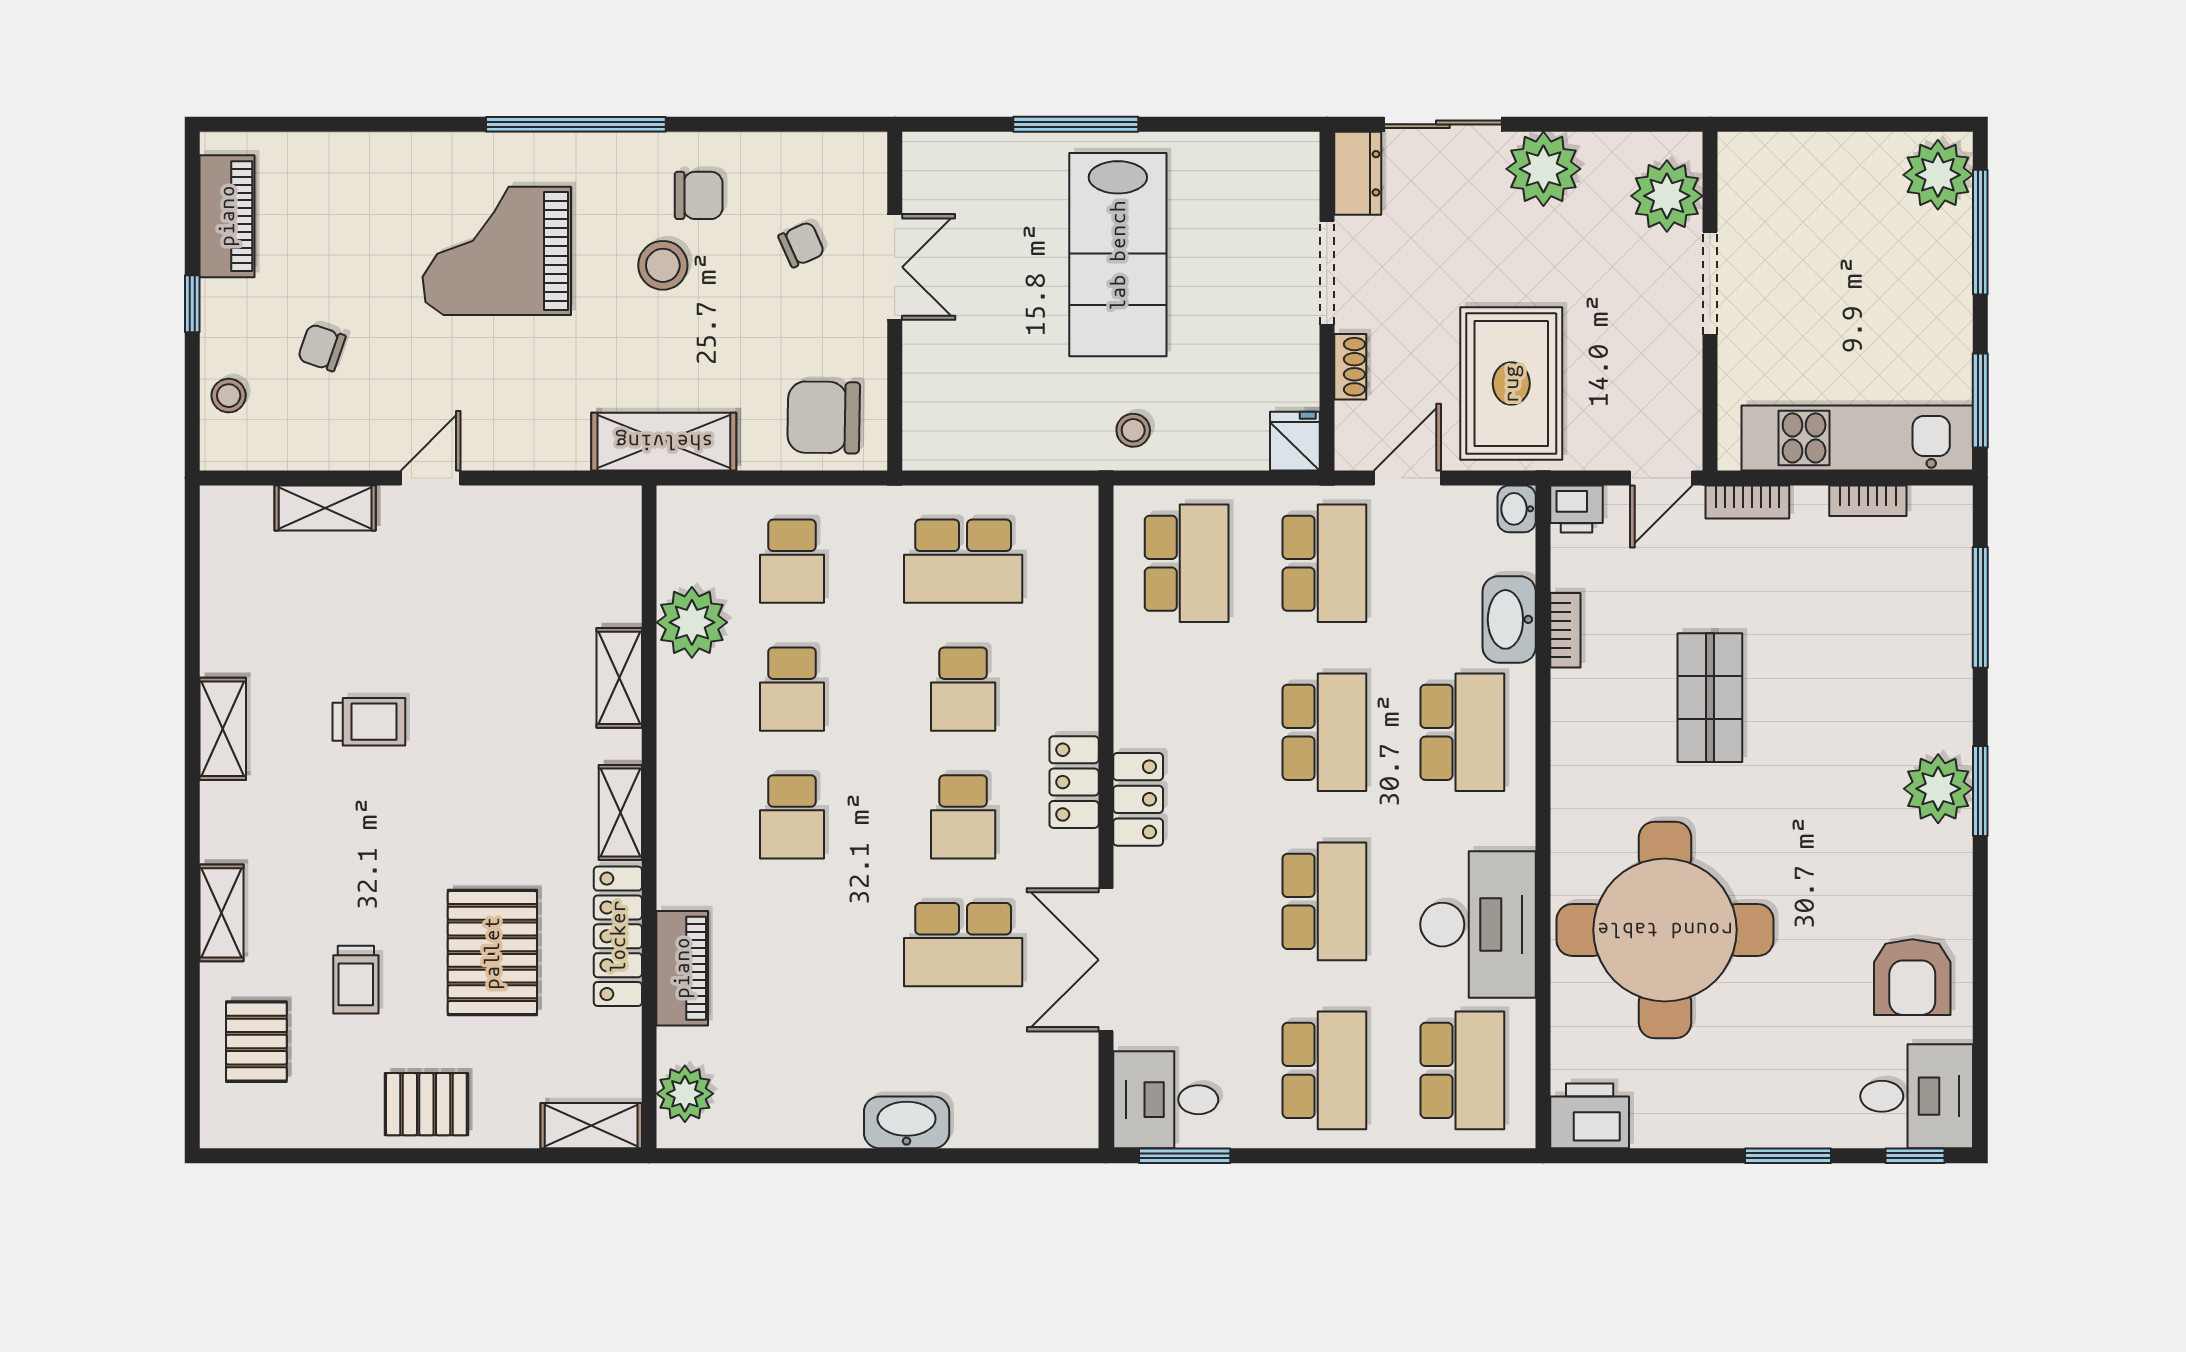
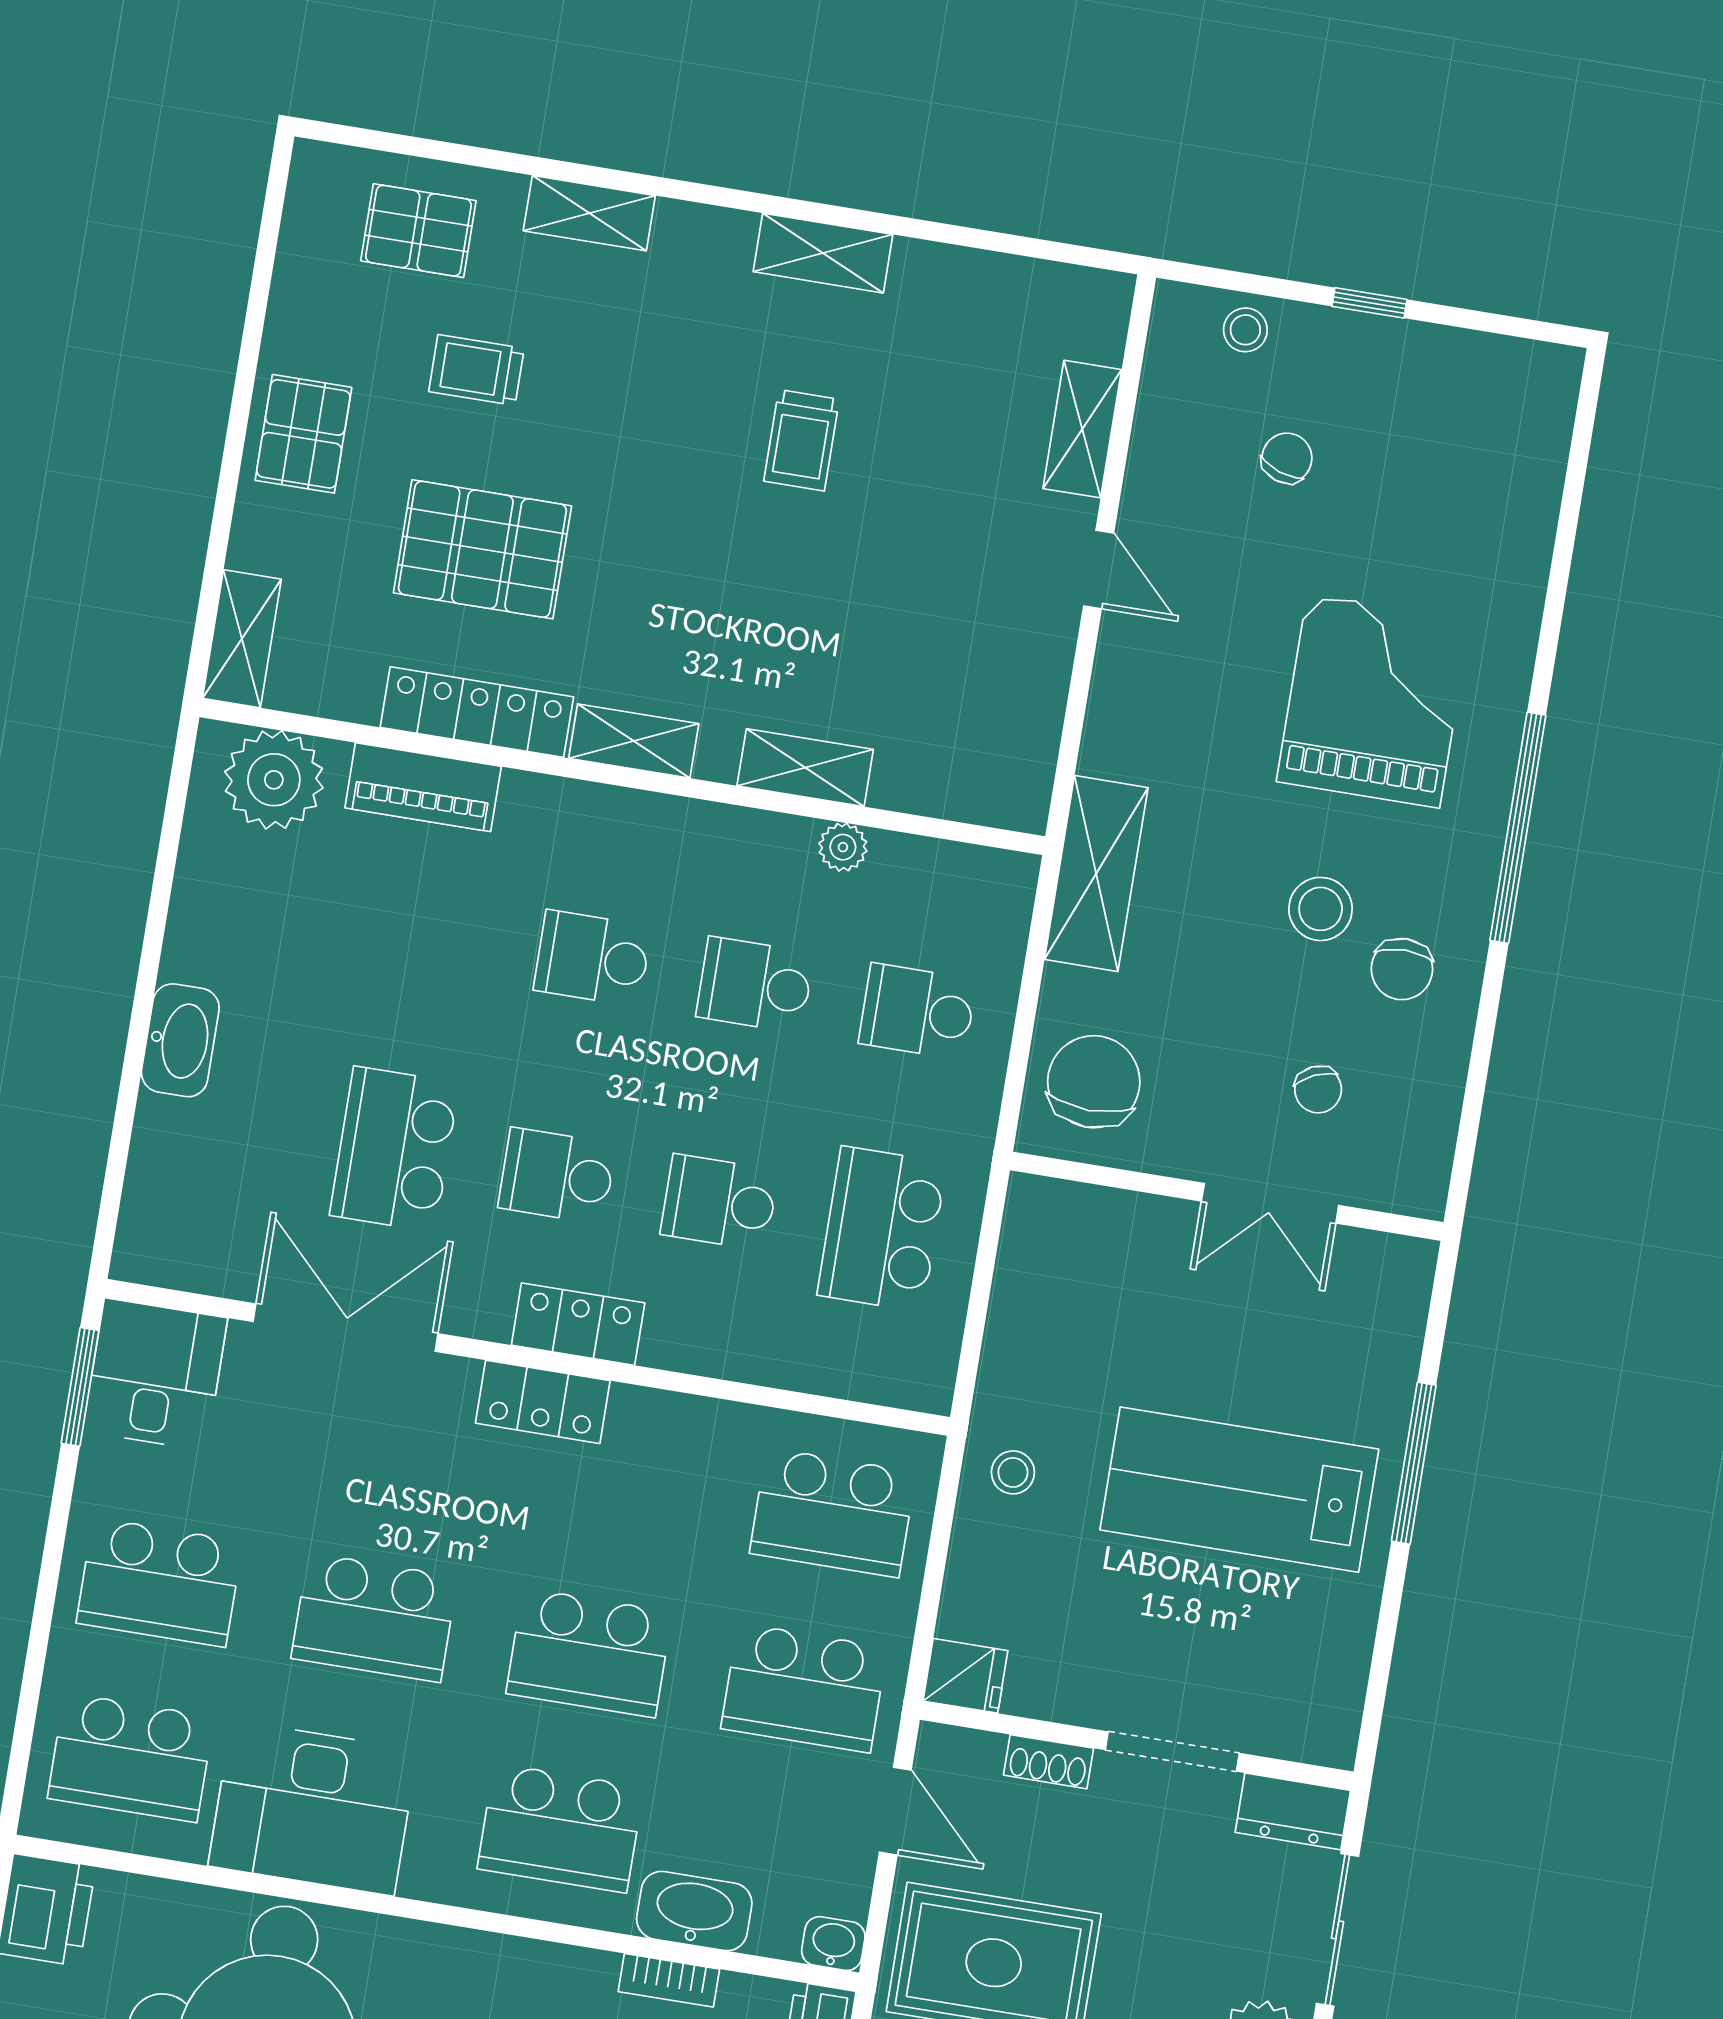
piano: (227, 216) -> (1474, 365), removed
plant: (692, 622) -> (843, 847), width x0.53, depth x0.53
plant: (685, 1094) -> (274, 780), width x1.36, depth x1.36

